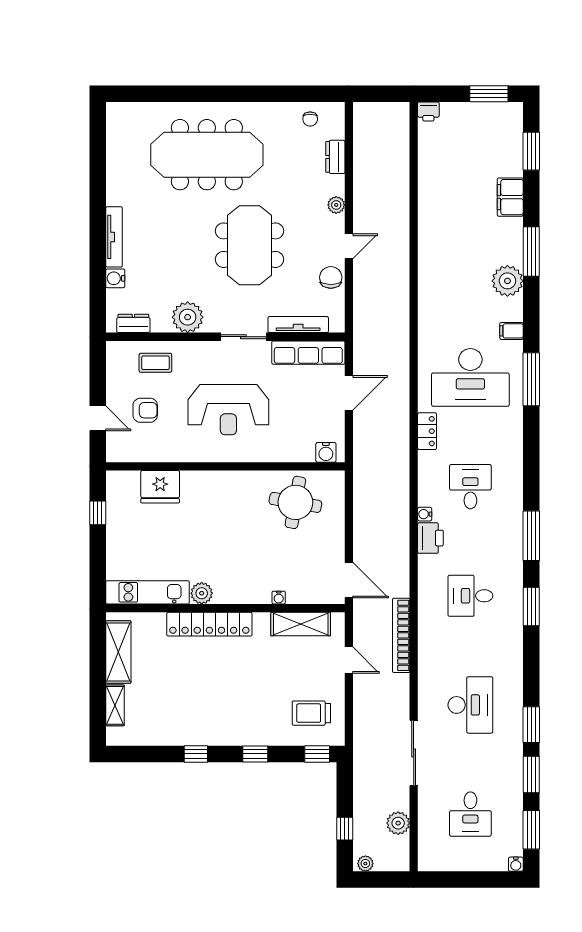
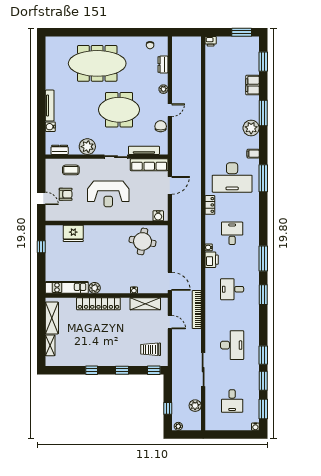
meeting table: (249, 245) -> (119, 110), turned 90

